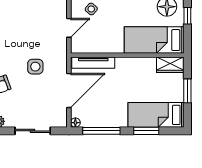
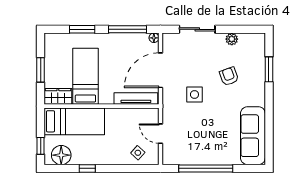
door: (69, 28) -> (161, 134), hinge flipped
bed: (156, 115) -> (85, 76), moved, turned -90

